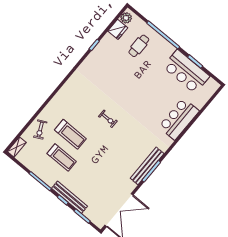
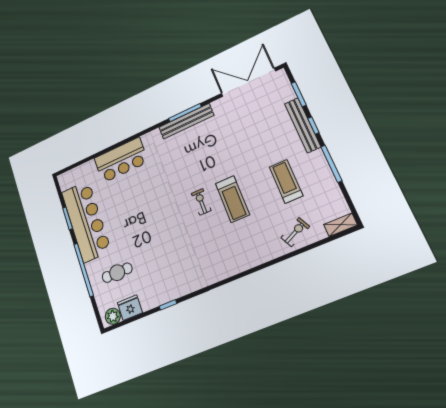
bar counter: (186, 71) -> (86, 221), width x1.36
treadmill: (70, 134) -> (232, 199), moved, turned 180

